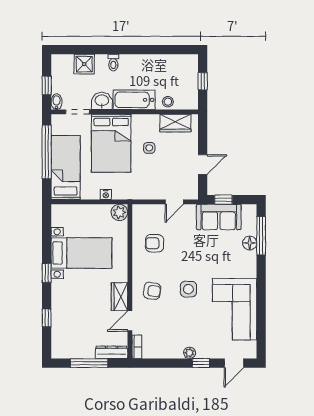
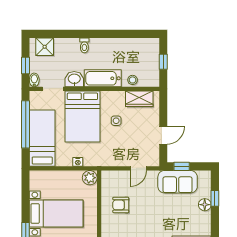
shower: (84, 64) -> (45, 47), moved
window: (261, 236) -> (215, 198), width x0.46

